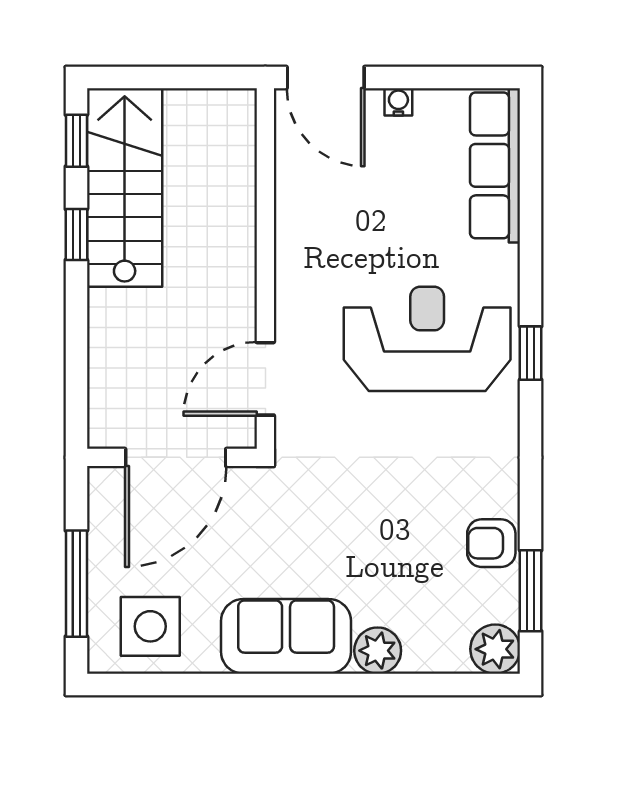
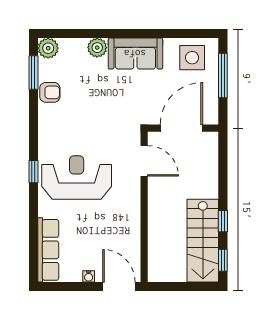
reception desk: (427, 339) -> (77, 178), turned 180
door: (265, 379) -> (144, 161), hinge flipped

